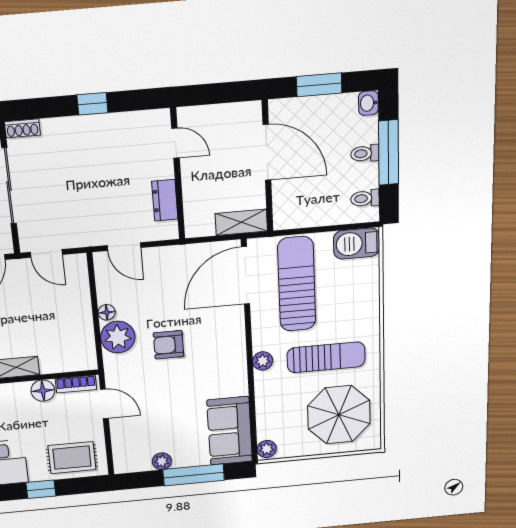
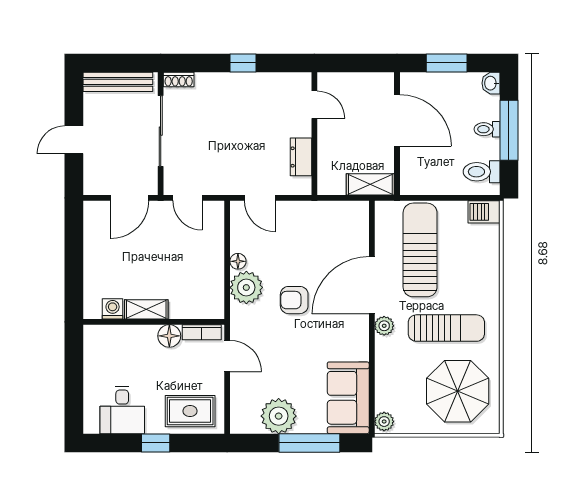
toilet: (365, 198) -> (482, 172), width x1.37, depth x1.39
barbecue: (357, 244) -> (484, 212), width x0.73, depth x0.79
door: (245, 275) -> (372, 285), moved
plant: (162, 461) -> (279, 416), width x1.87, depth x1.87

